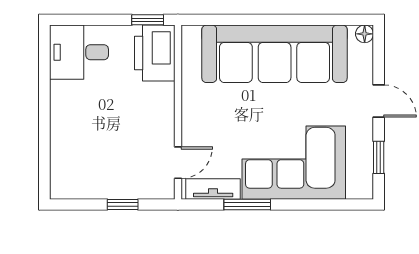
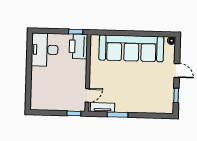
desk: (79, 52) -> (45, 50), width x1.37
corner sofa: (294, 163) -> (139, 97), removed
window: (123, 204) -> (74, 113), moved

